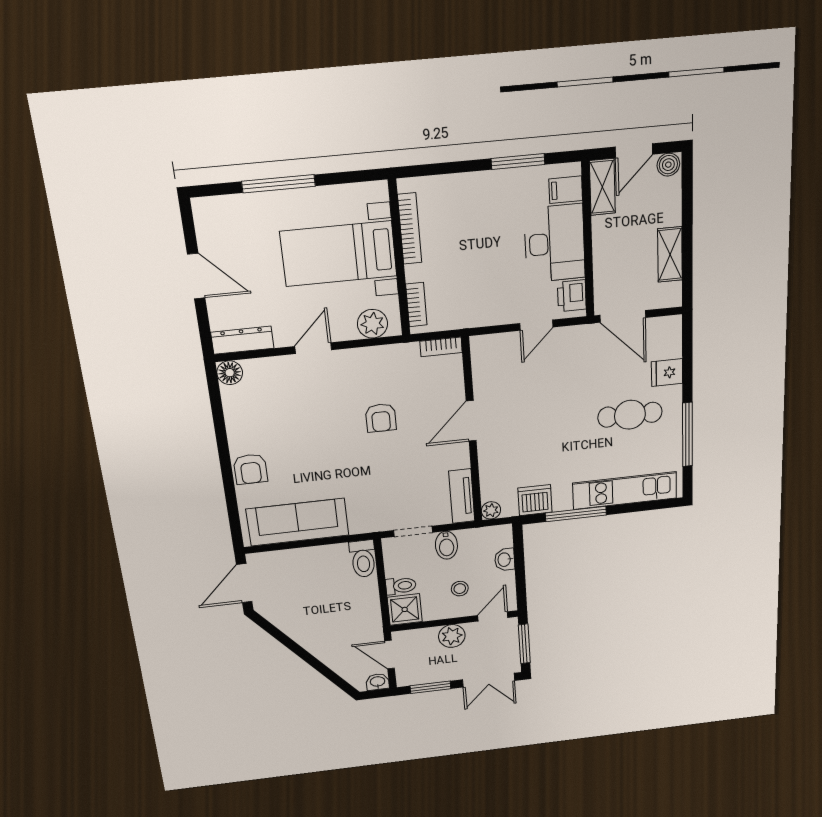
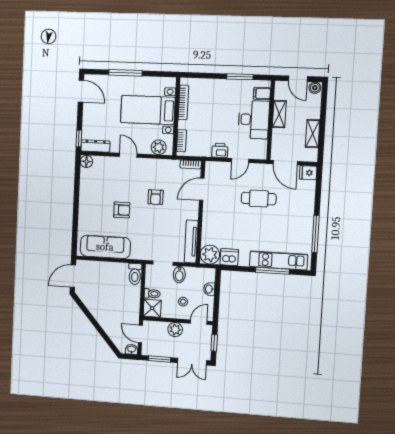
door: (634, 151) -> (298, 79), hinge flipped
shelving: (602, 187) -> (279, 114), moved
door: (196, 276) -> (81, 91), moved
printer: (572, 296) -> (220, 150), moved, turned 90
window: (205, 330) -> (79, 138), added
door: (313, 348) -> (128, 155), hinge flipped
fridge: (667, 373) -> (308, 173), moved
cafe table: (630, 415) -> (259, 199), moved
door: (471, 421) -> (202, 189), moved
armchair: (250, 469) -> (122, 210), moved, turned -90
tv unit: (462, 496) -> (191, 241), width x1.41
plant: (491, 510) -> (210, 255), width x1.88, depth x1.88
window: (576, 514) -> (272, 271), moved
window: (524, 644) -> (214, 343), width x0.67

